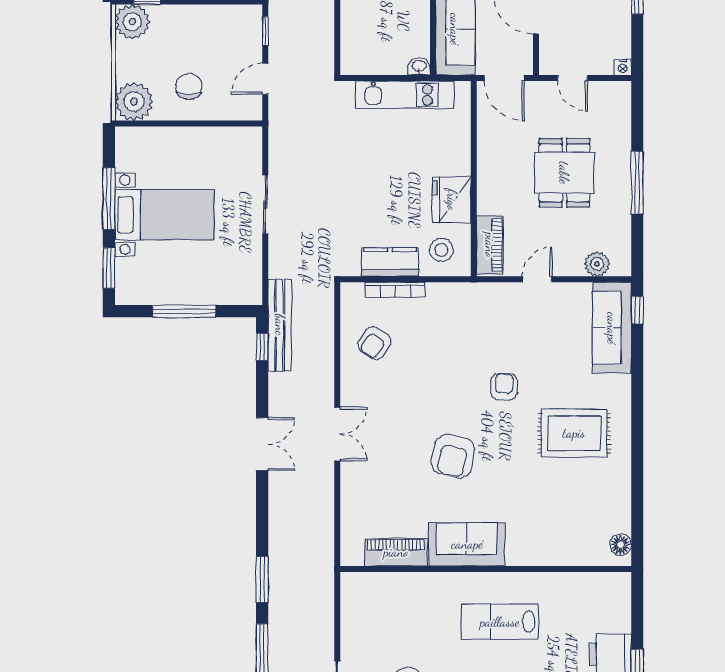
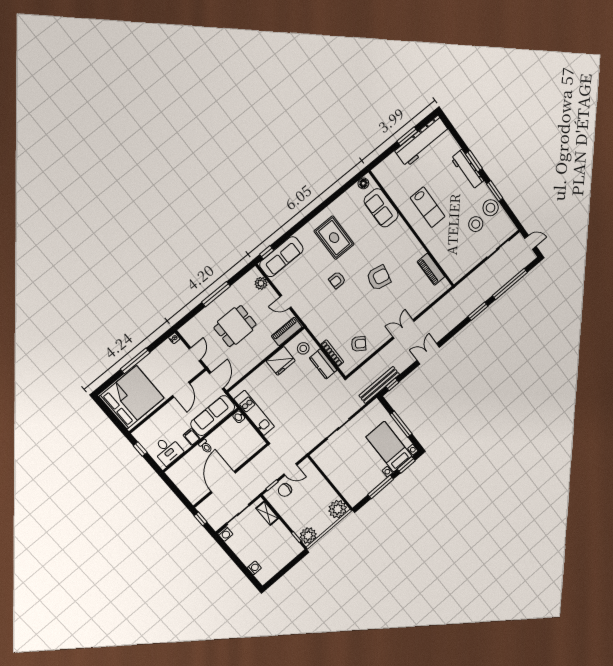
chair: (189, 86) -> (285, 490), moved
bed with nightstands: (164, 215) -> (389, 447), moved
sofa: (467, 544) -> (381, 208), moved

